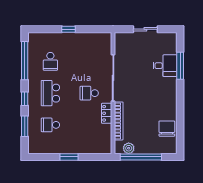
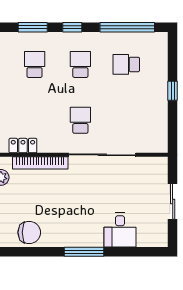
window: (180, 66) -> (84, 252), moved
school desk: (50, 93) -> (80, 64), width x0.54
locker: (107, 113) -> (23, 146), moved

